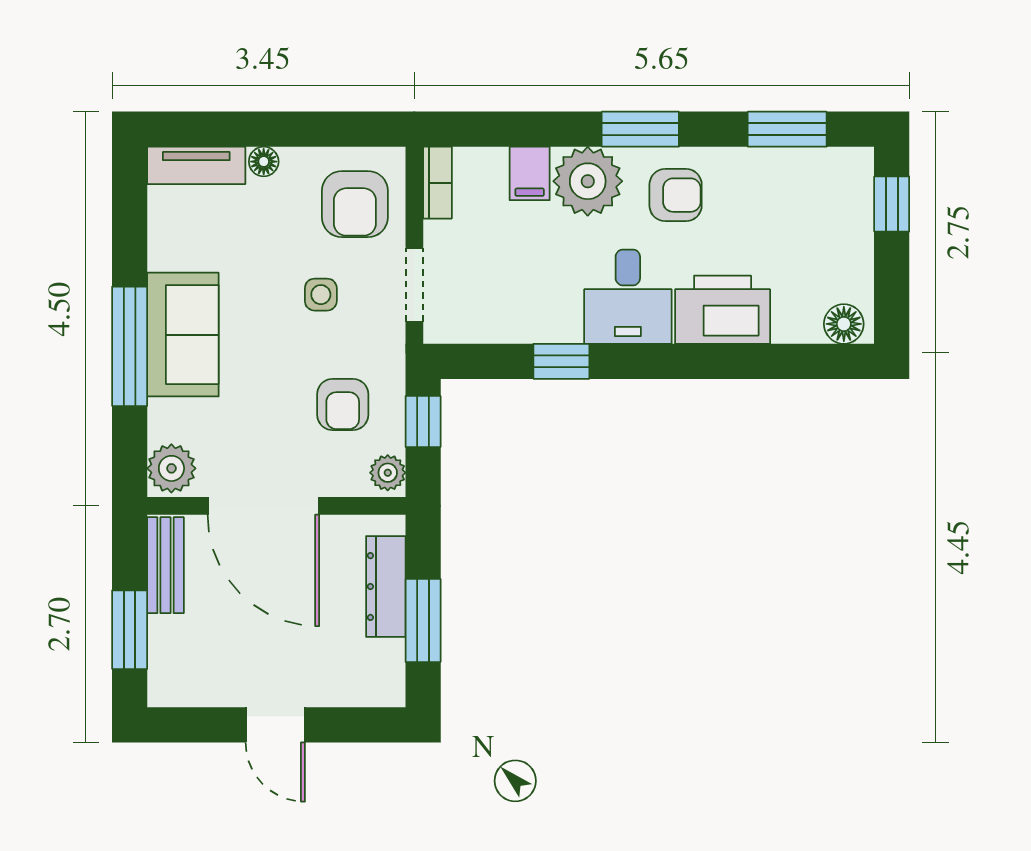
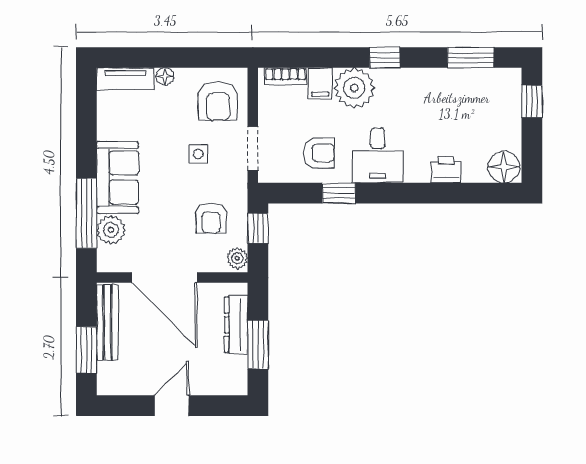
window: (640, 129) -> (385, 58), width x0.67
bookcase: (437, 183) -> (285, 76), moved, turned 90
armchair: (676, 195) -> (319, 153), moved
printer: (723, 310) -> (446, 169), width x0.53, depth x0.68
floor lamp: (844, 324) -> (504, 167), width x1.38, depth x1.38
window: (130, 346) -> (86, 213), moved
plant: (171, 468) -> (111, 230), moved
bench: (165, 565) -> (107, 322), width x1.36
door: (275, 725) -> (172, 406), swing flipped

